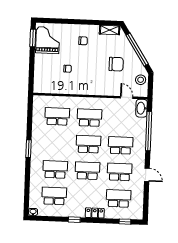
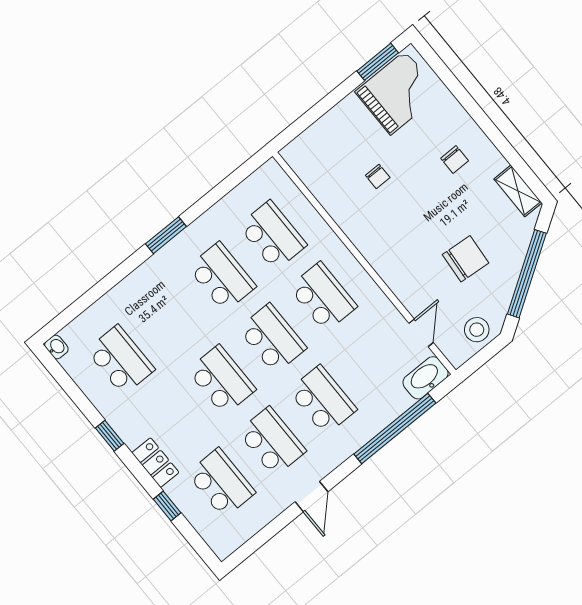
chair: (116, 64) -> (466, 259), turned -85
school desk: (55, 169) -> (222, 277), moved
window: (125, 222) -> (167, 506), moved

